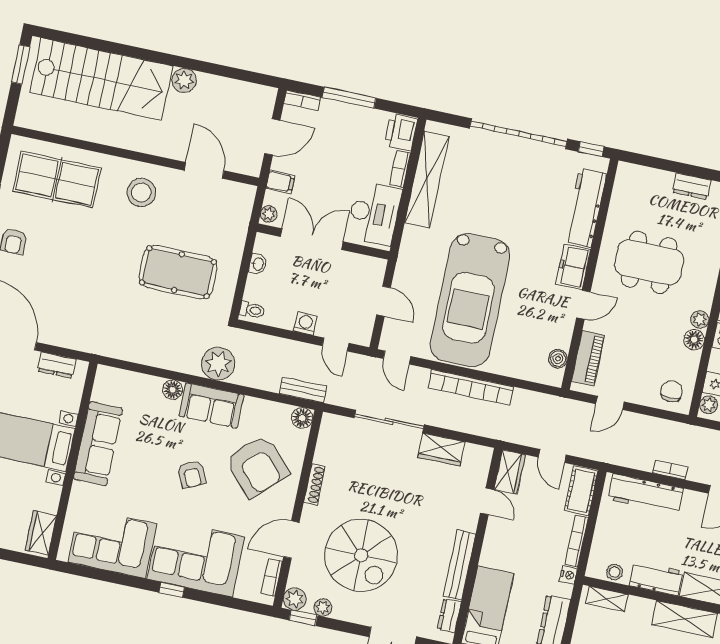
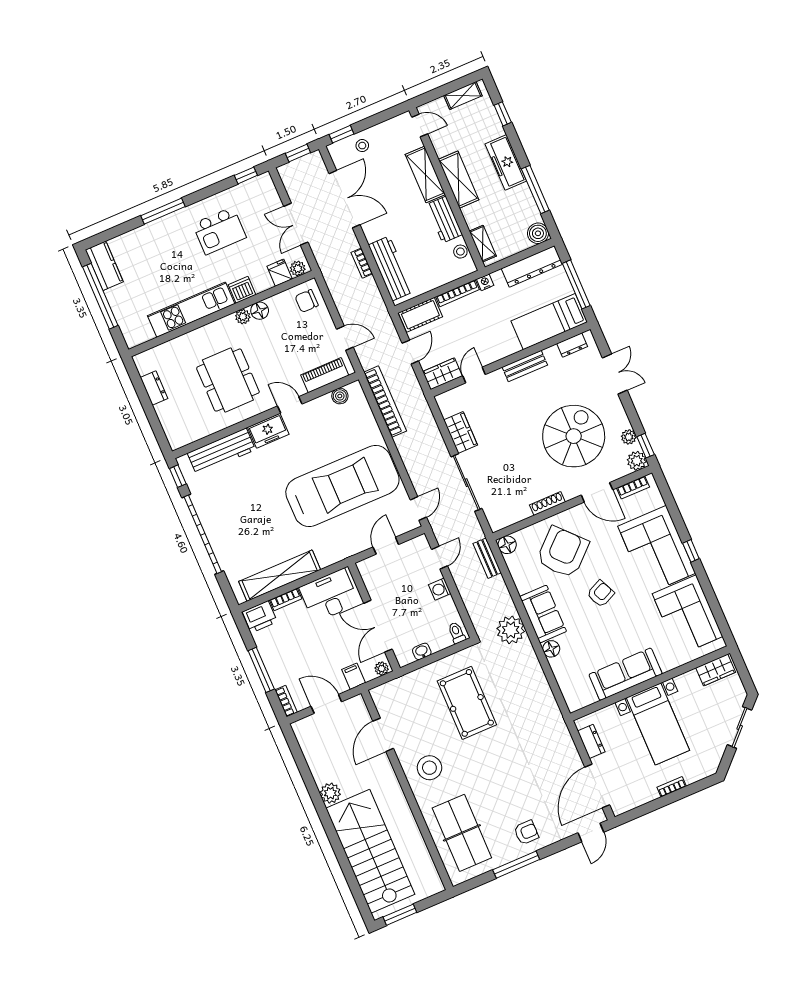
bookcase: (471, 387) -> (385, 402), moved
bench: (459, 565) -> (525, 366), width x0.73

